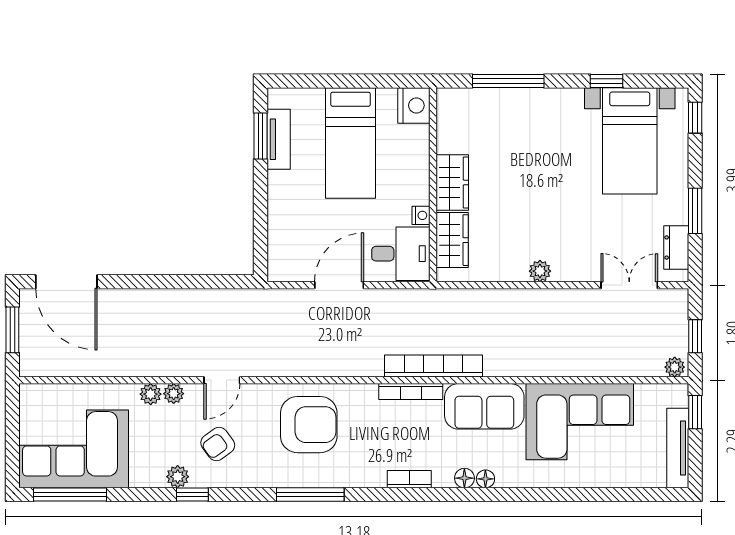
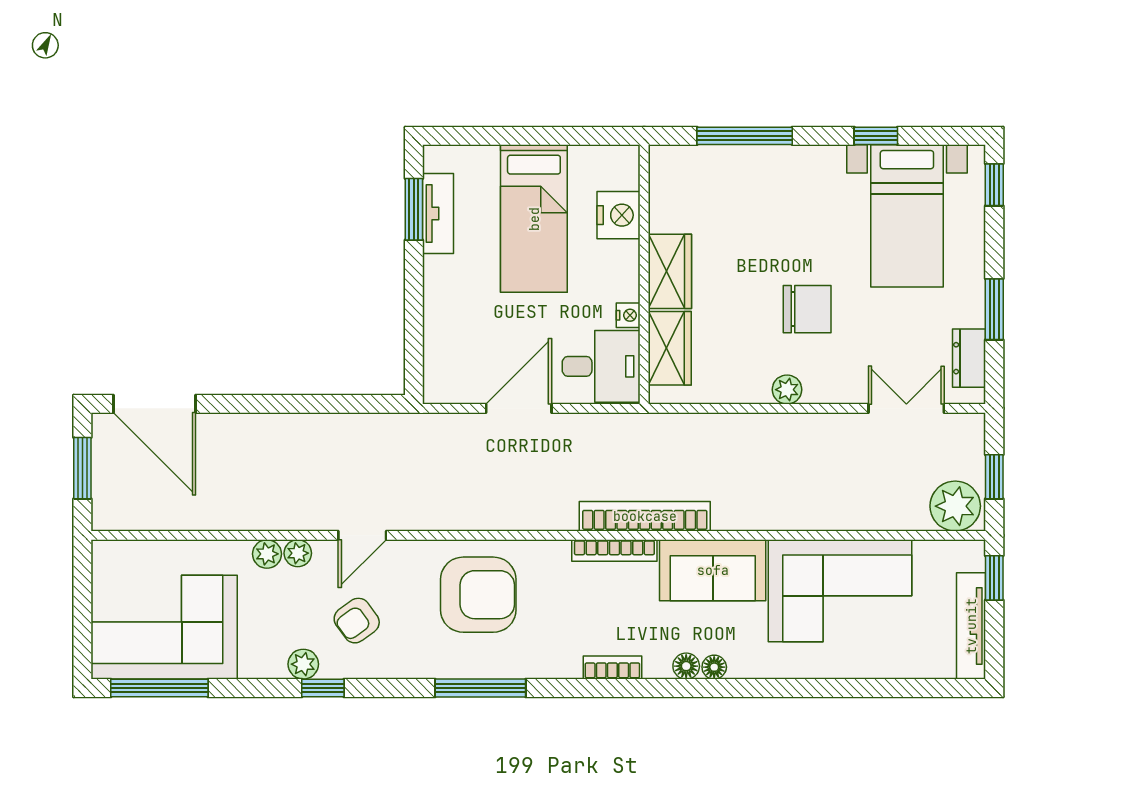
nightstand: (414, 105) -> (619, 215), moved
chair: (555, 211) -> (807, 309), added
plant: (675, 367) -> (955, 506), width x1.88, depth x1.88

